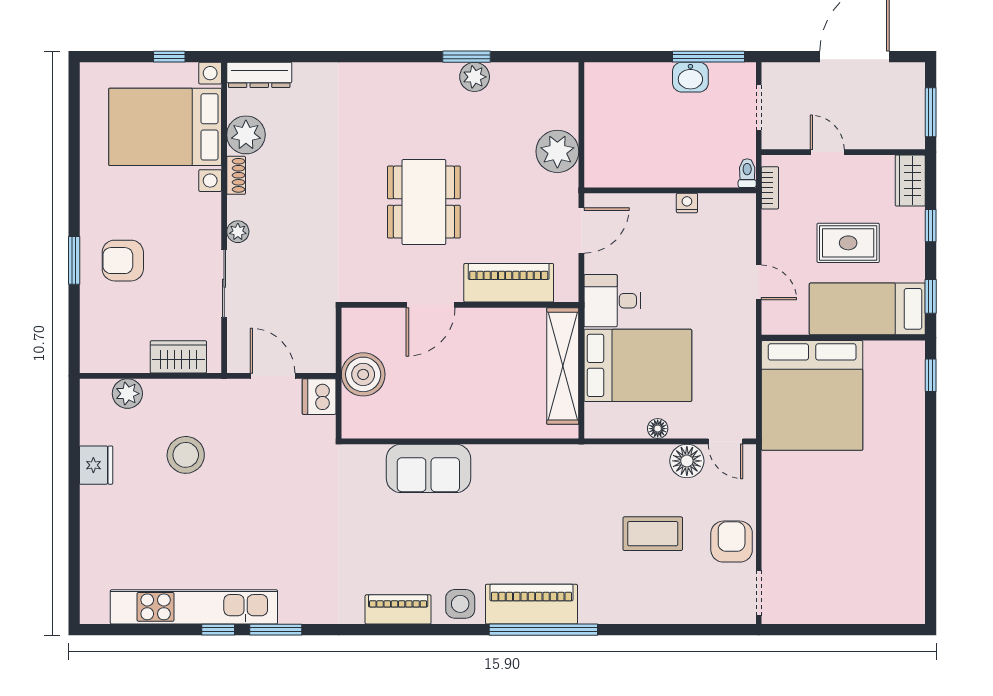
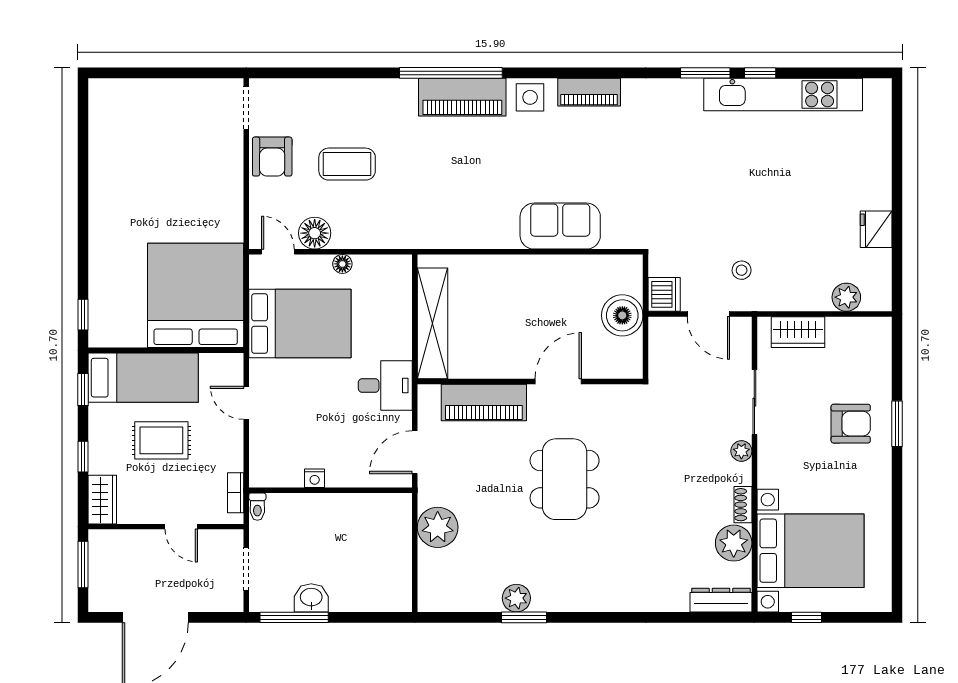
bed: (638, 365) -> (300, 323), moved, turned 180
stool: (186, 455) -> (742, 270), moved, width x0.53, depth x0.53

